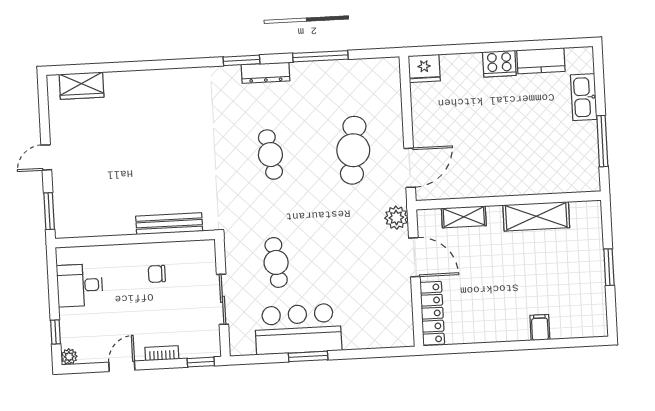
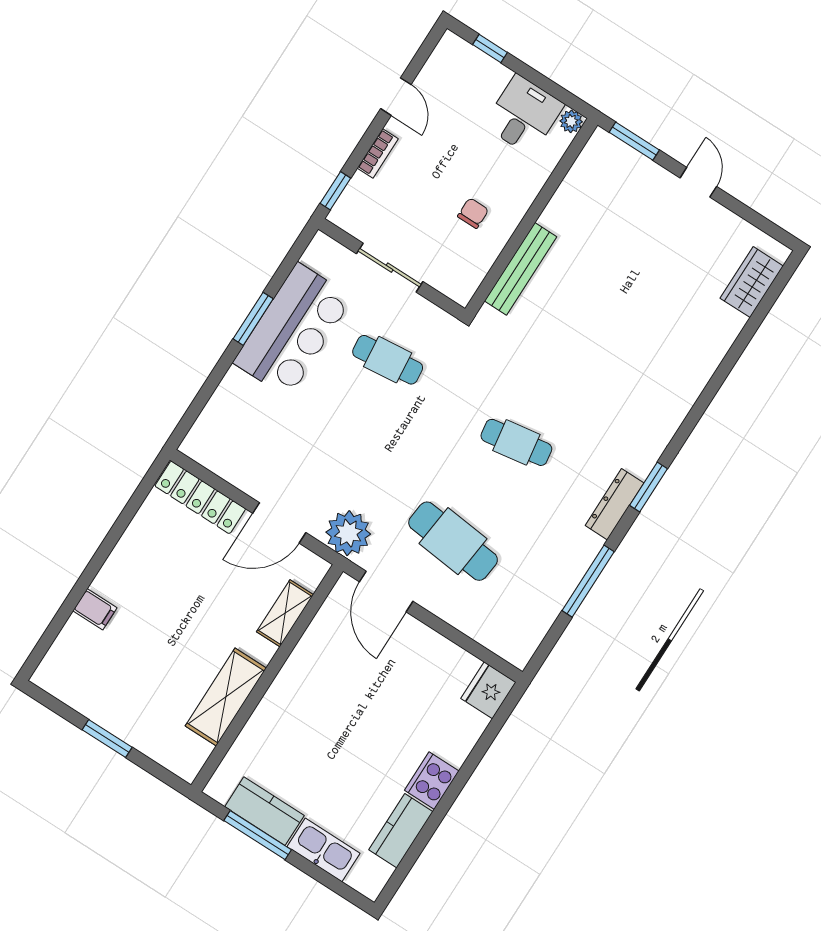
kitchen counter: (586, 147) -> (264, 811), added
plant: (396, 218) -> (348, 533), width x1.36, depth x1.36
plant: (69, 357) -> (571, 121), moved

